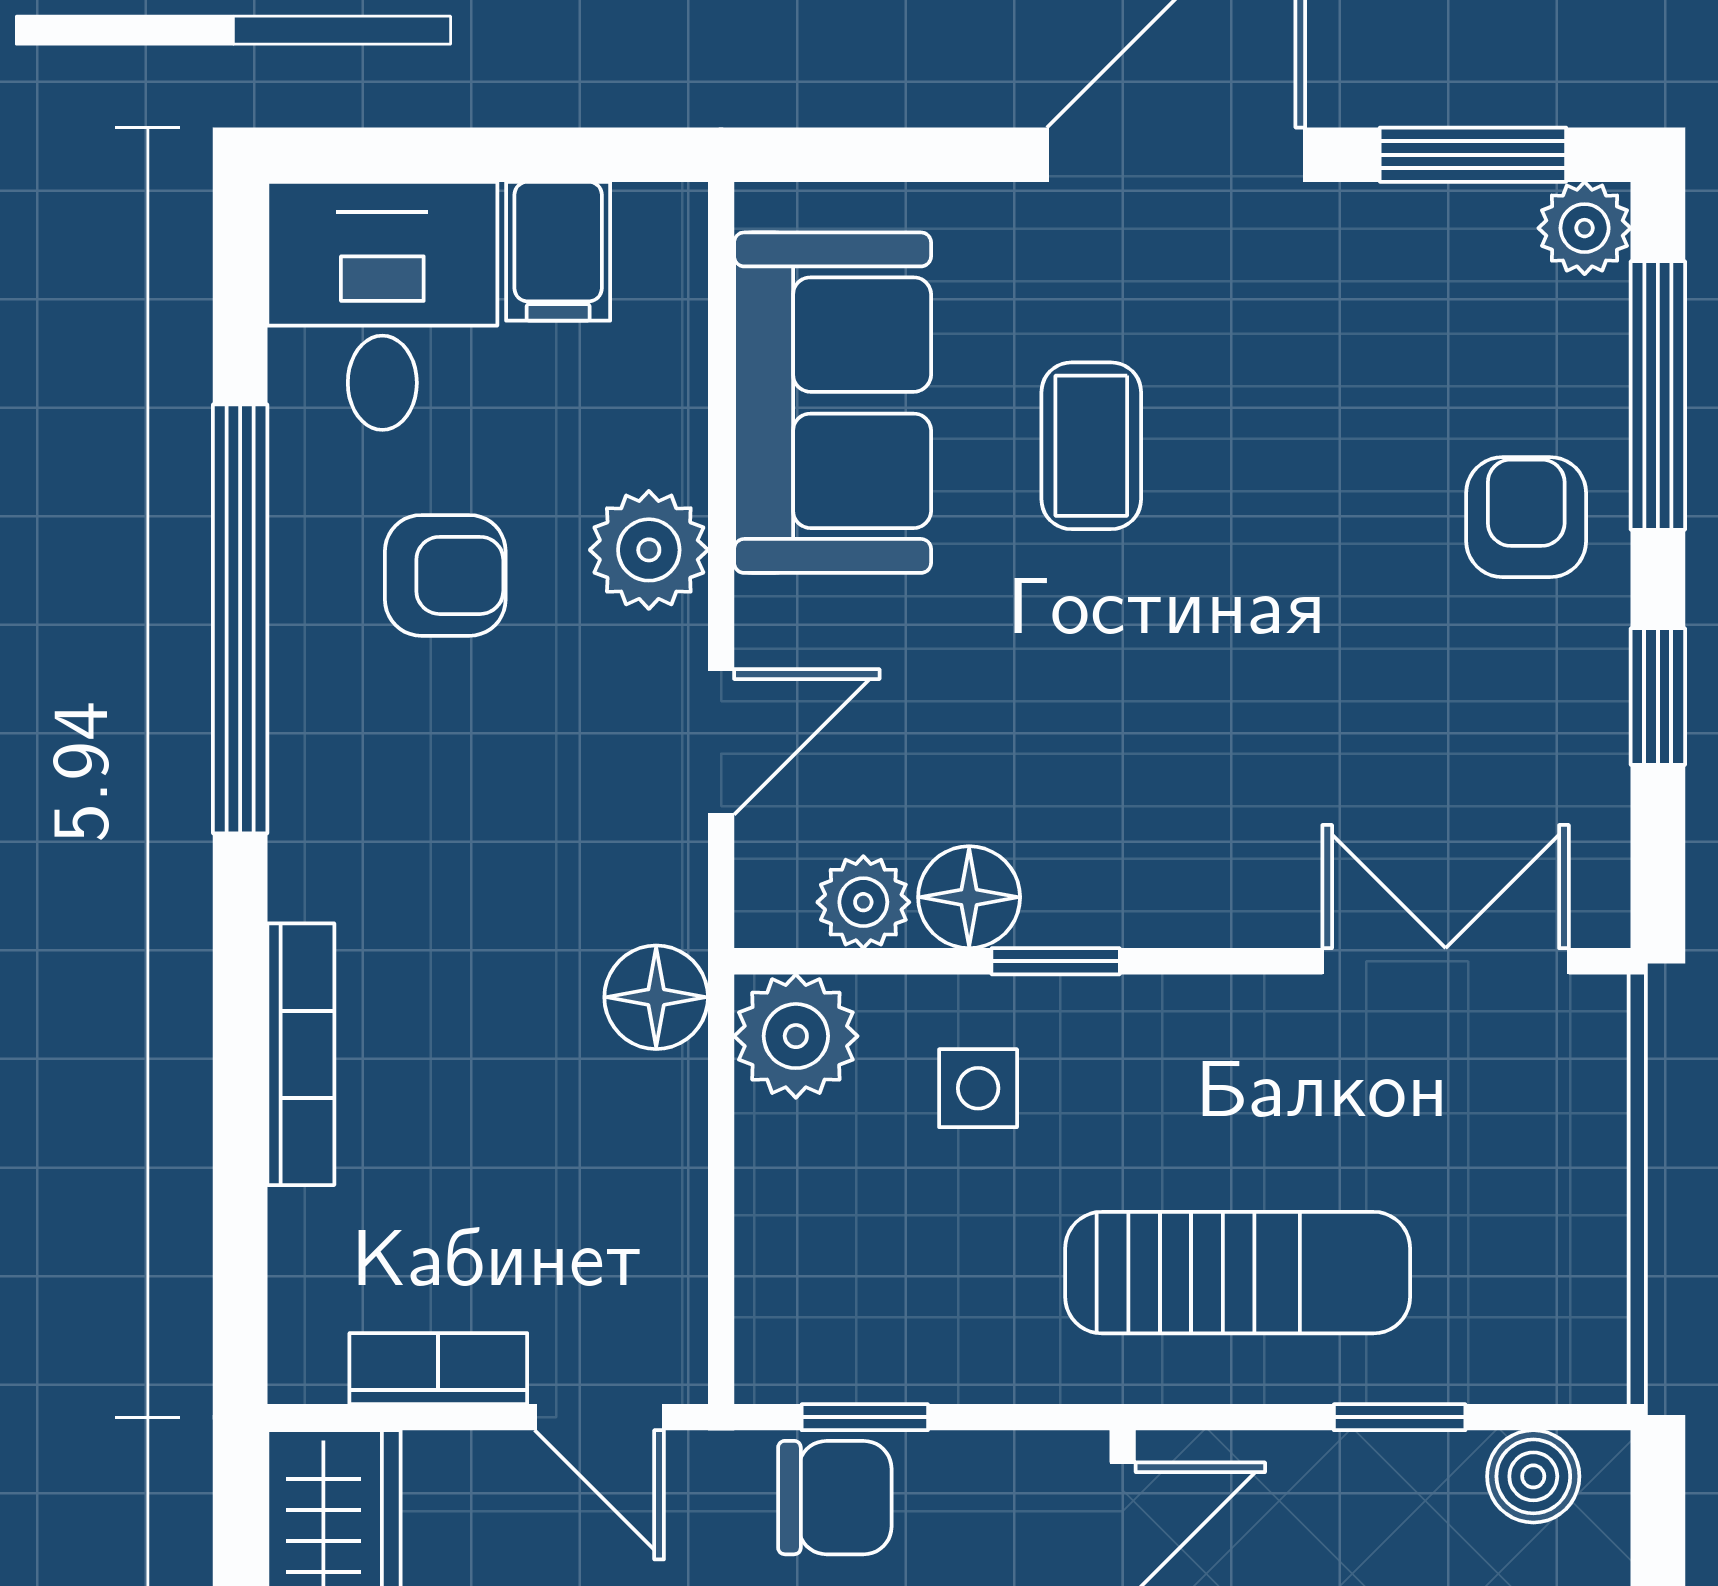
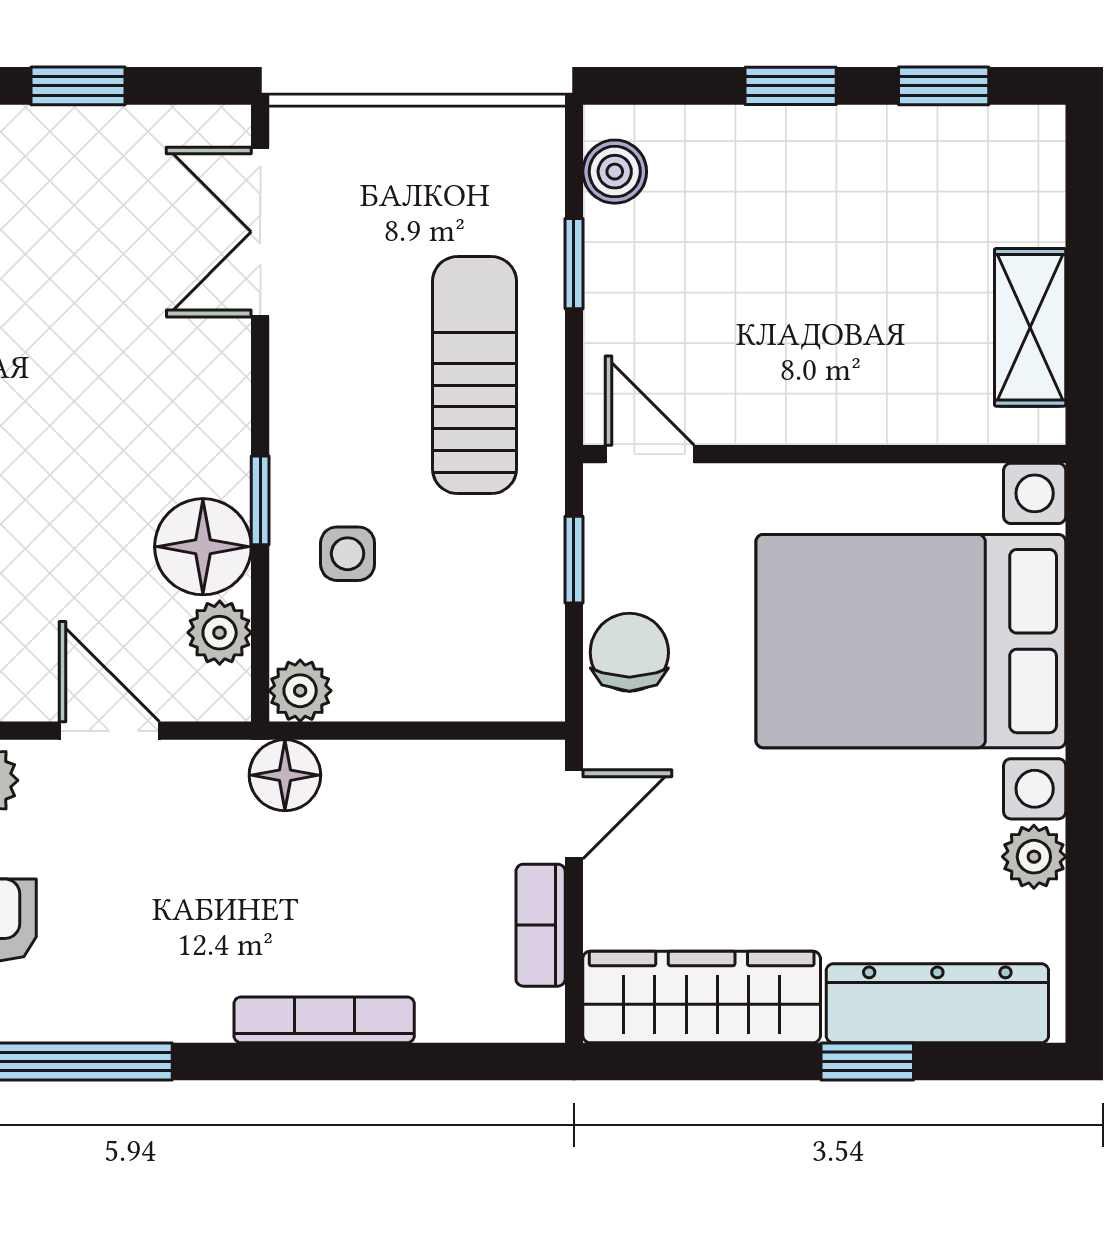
floor lamp: (969, 897) -> (203, 547), width x1.38, depth x1.38
plant: (796, 1036) -> (300, 691), width x0.73, depth x0.73
window: (865, 1417) -> (574, 560), moved

